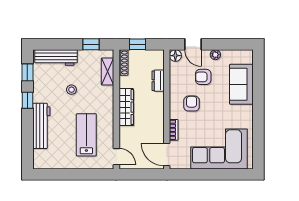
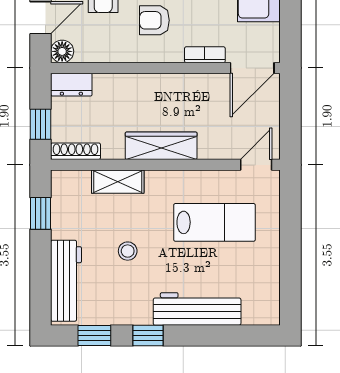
shelving: (108, 72) -> (118, 182), moved
dresser: (158, 81) -> (71, 85), moved
lab bench: (86, 135) -> (214, 222), turned 180

